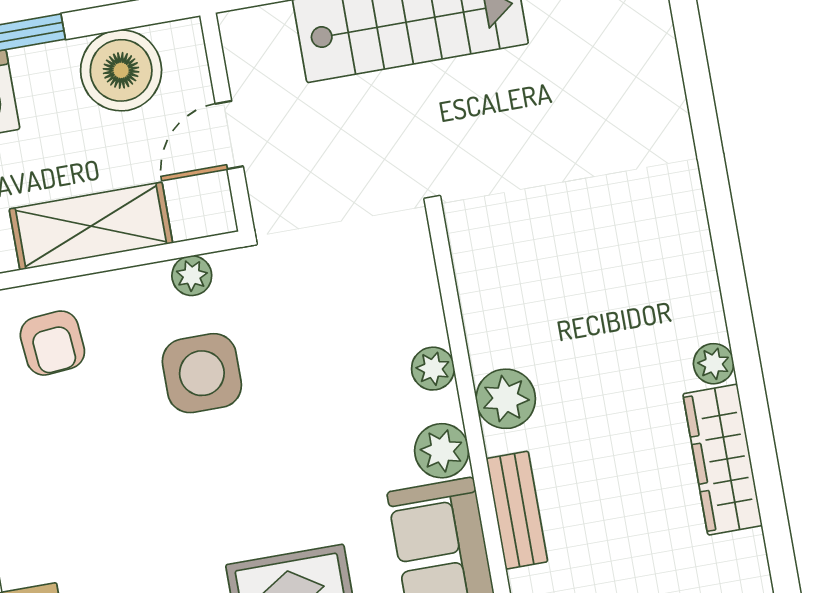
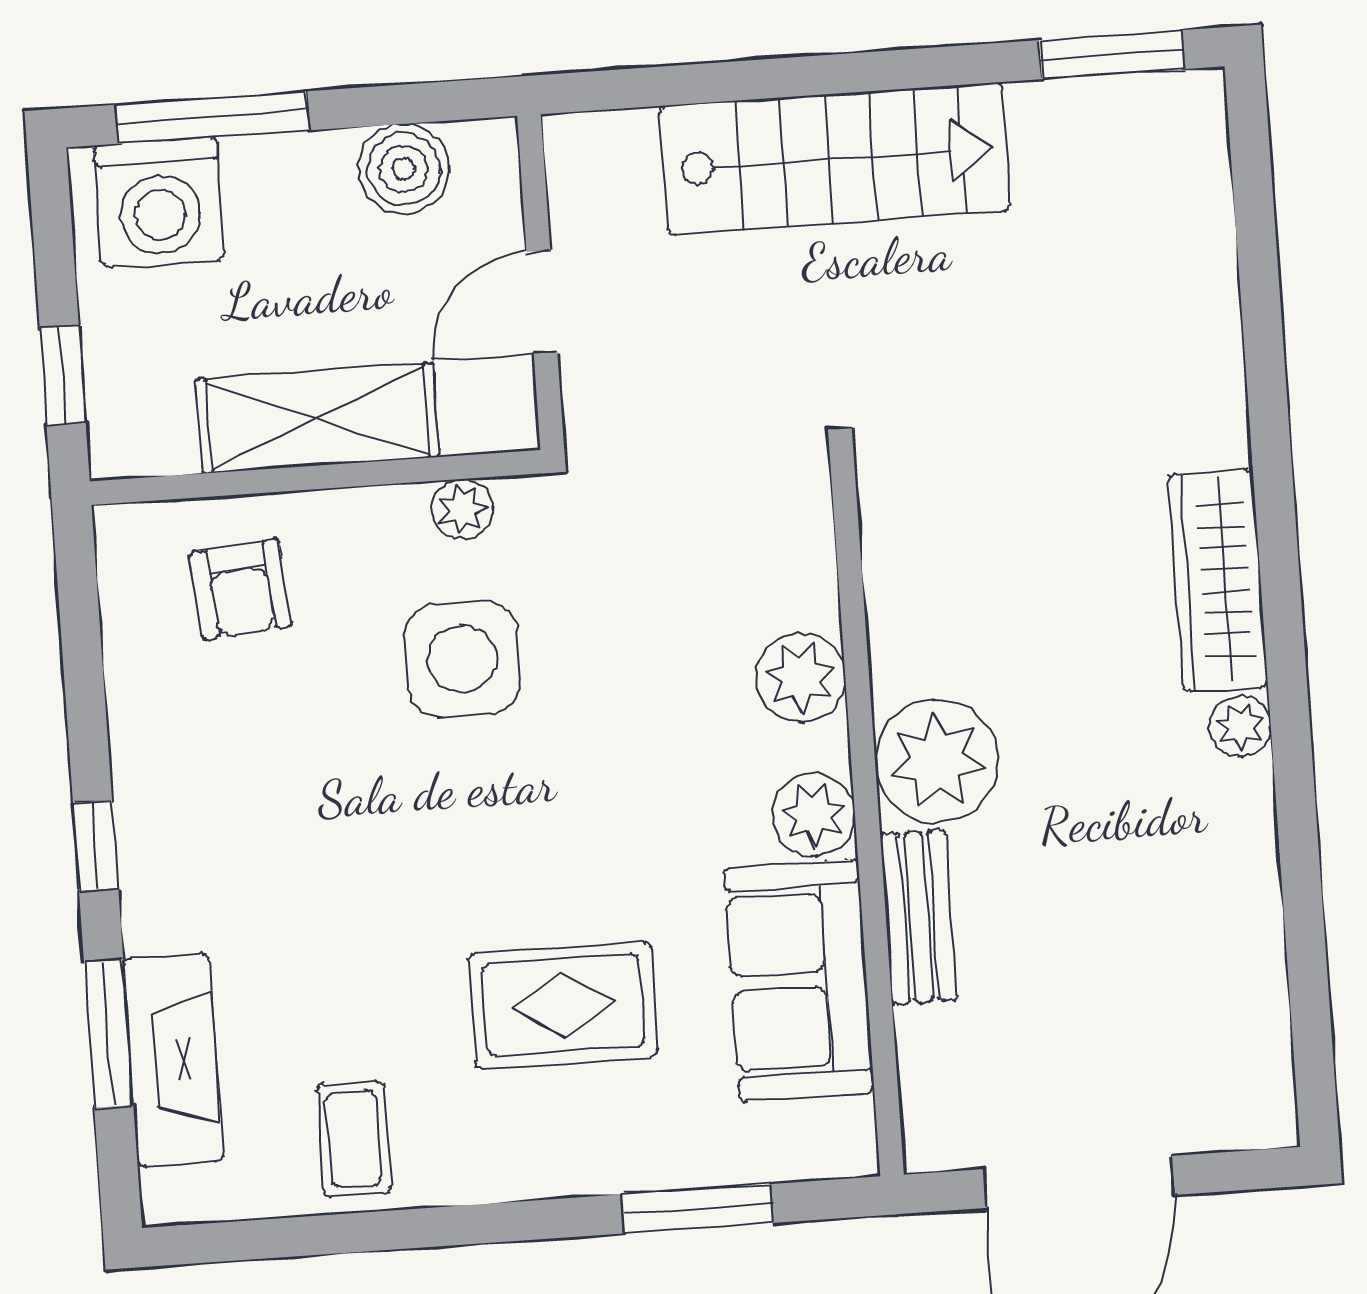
boiler: (121, 70) -> (404, 169), width x0.73, depth x0.73
plant: (433, 369) -> (801, 677), width x1.38, depth x1.38
plant: (506, 399) -> (937, 761), width x1.36, depth x1.36
wardrobe: (723, 460) -> (1218, 581), moved

